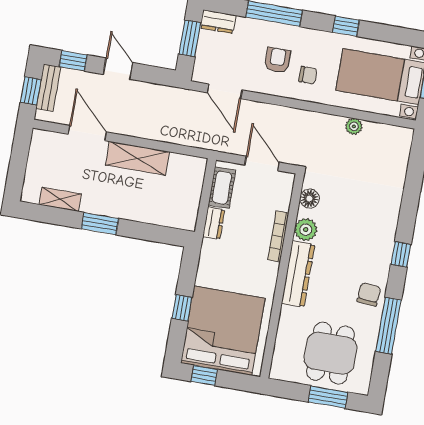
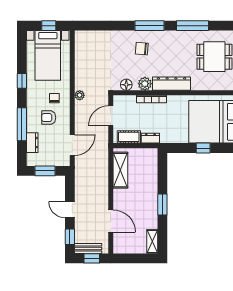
dresser: (218, 22) -> (32, 143), moved
door: (118, 69) -> (70, 210), hinge flipped
plant: (354, 126) -> (80, 95), moved
door: (87, 133) -> (111, 221), swing flipped
shelving: (137, 158) -> (120, 170), moved
shelving: (60, 199) -> (152, 241), moved
window: (401, 254) -> (150, 26), width x2.17
chair: (369, 294) -> (142, 49), moved

